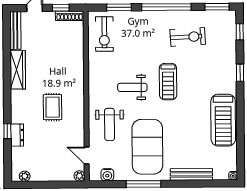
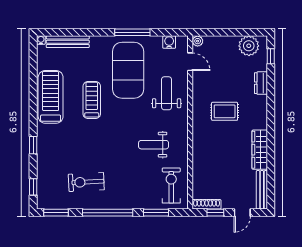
treadmill: (168, 82) -> (92, 100), moved
weight bench: (132, 87) -> (154, 145), moved, turned 180
rug: (53, 107) -> (225, 111), turned 90
window: (7, 131) -> (271, 56), moved
bench: (191, 174) -> (68, 42), moved
plant: (25, 176) -> (249, 46), width x1.88, depth x1.88

